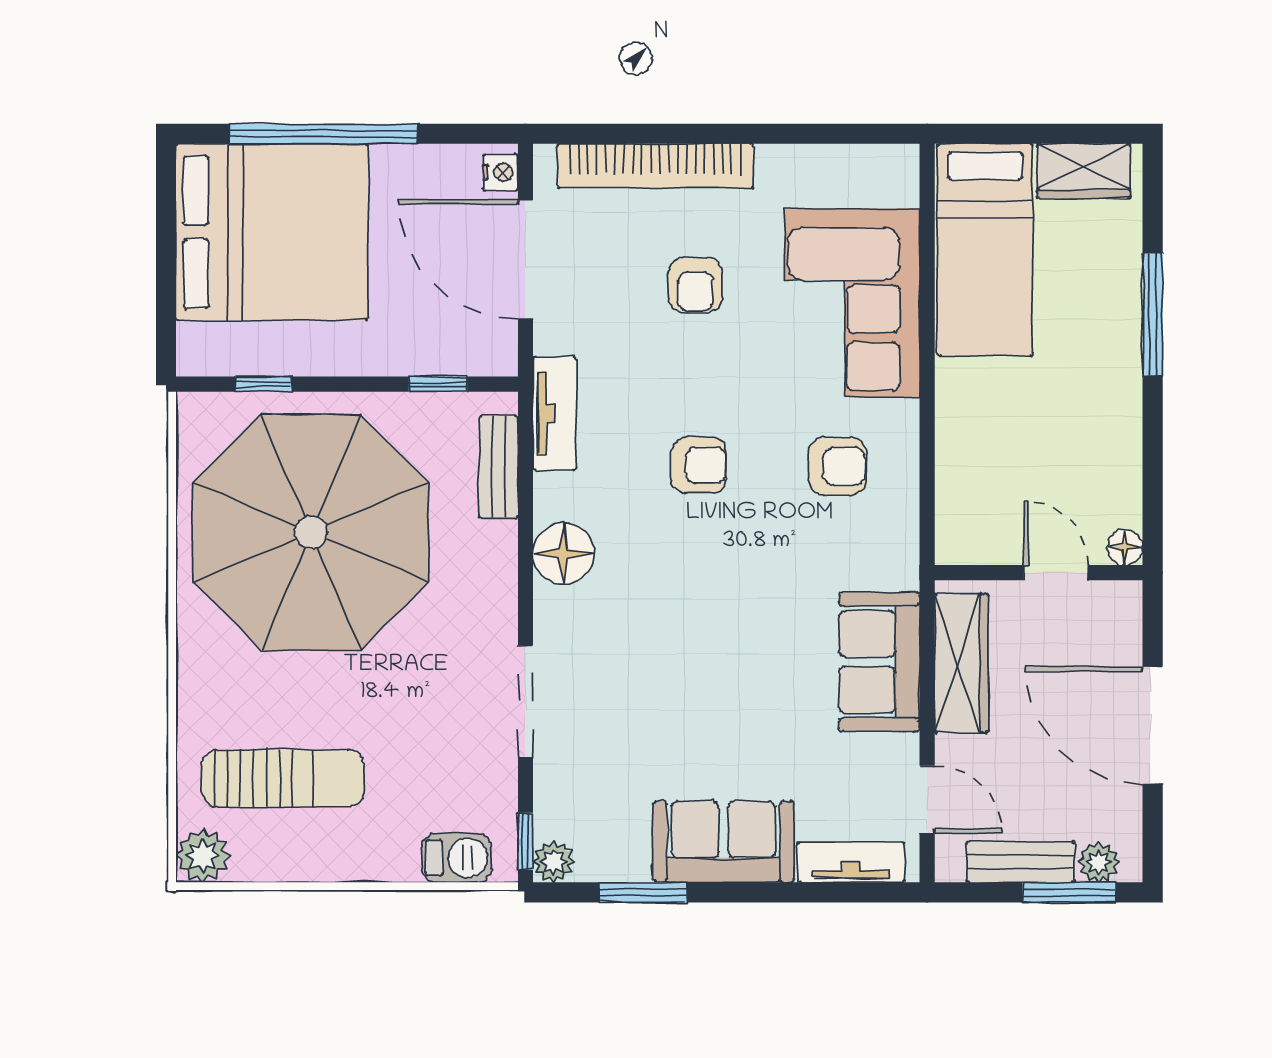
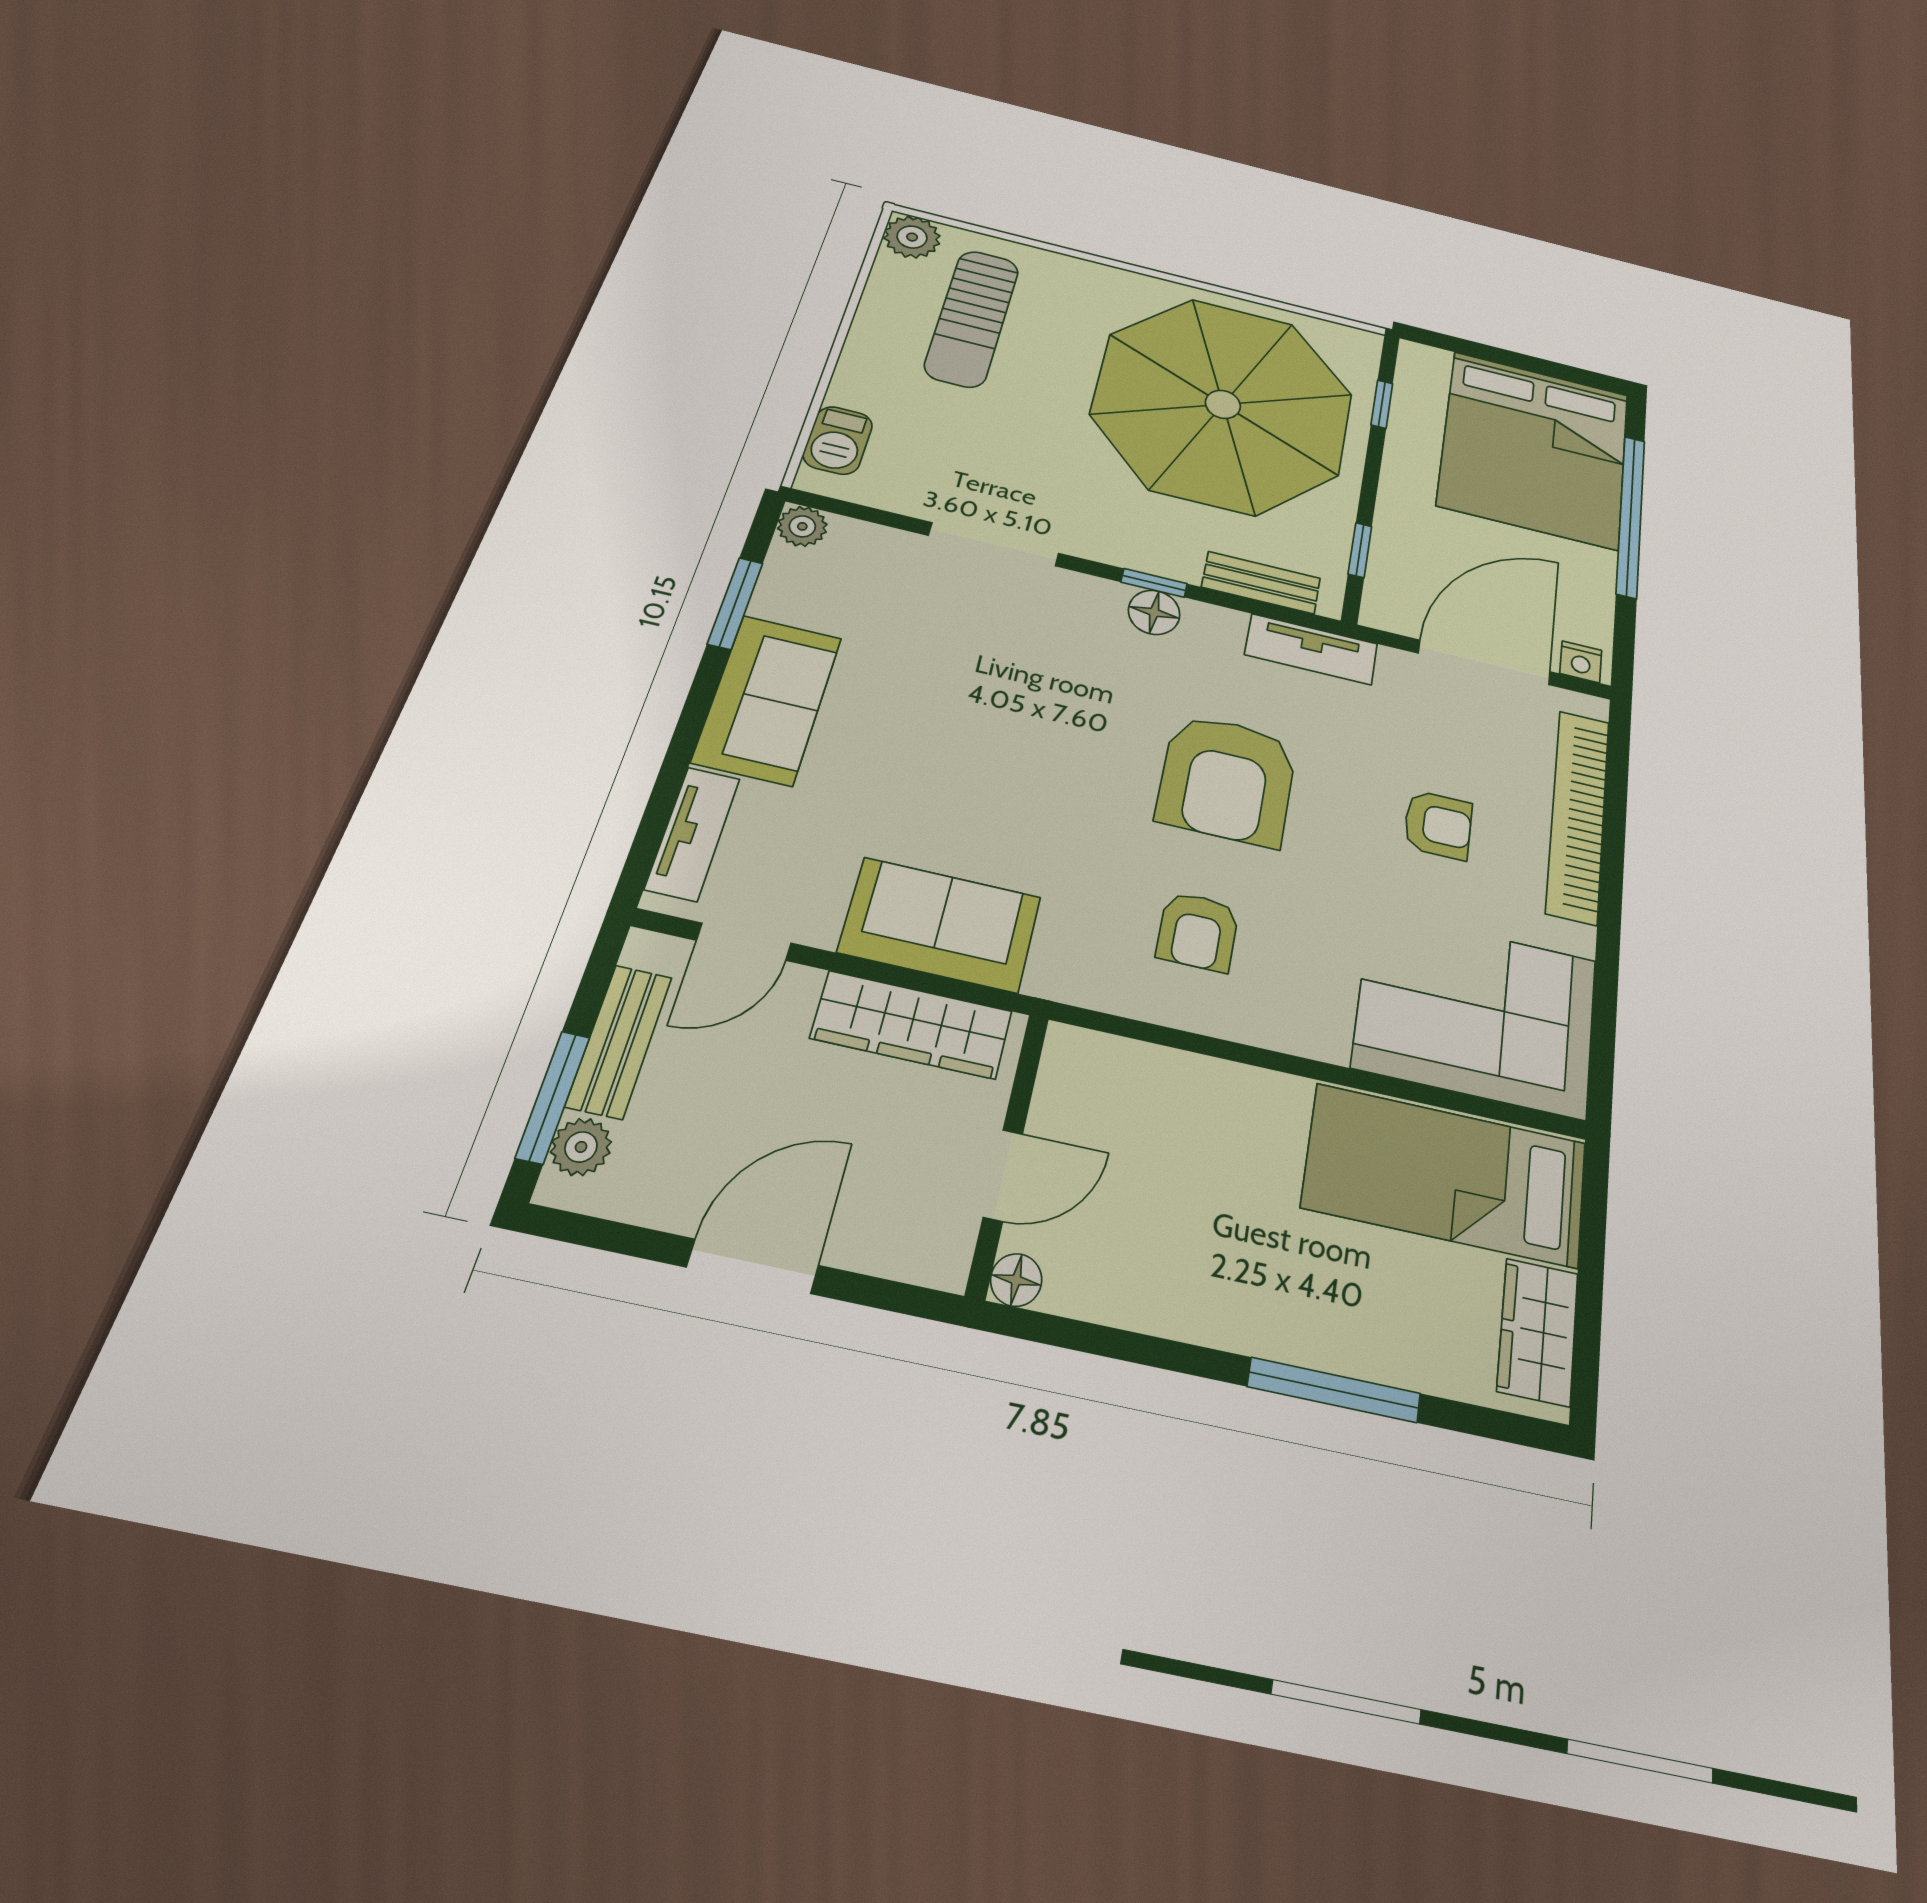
armchair: (695, 285) -> (1438, 825), turned 180
corner sofa: (852, 303) -> (1476, 1013), moved
armchair: (699, 465) -> (1227, 779), width x1.88, depth x1.88
floor lamp: (564, 553) -> (1154, 612), width x0.73, depth x0.73
door: (1153, 725) -> (753, 1266), width x0.73
window: (525, 841) -> (1154, 583), moved

